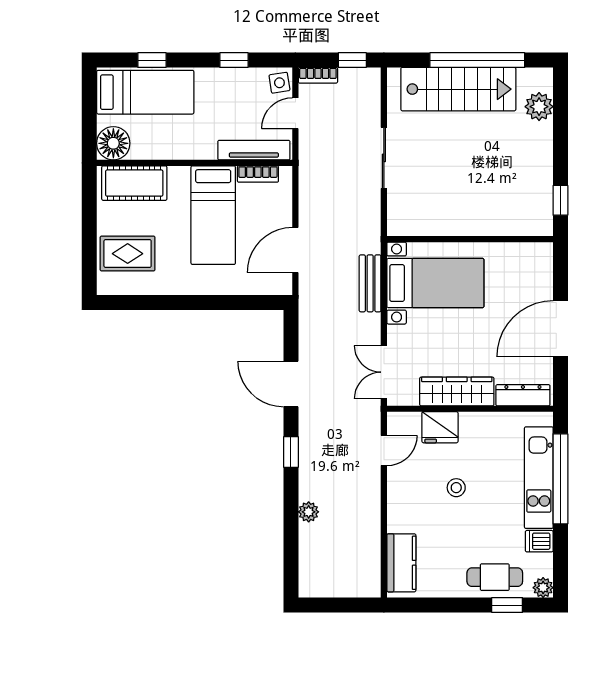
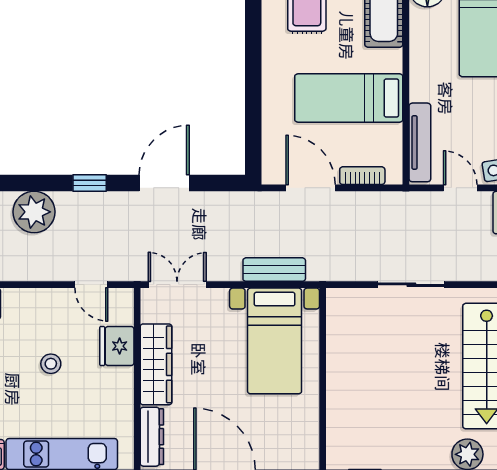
bookcase: (258, 174) -> (362, 176), moved, turned 90
plant: (309, 512) -> (34, 212), width x1.87, depth x1.87

